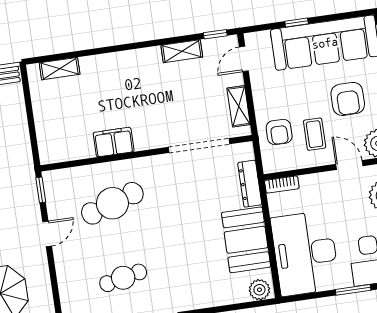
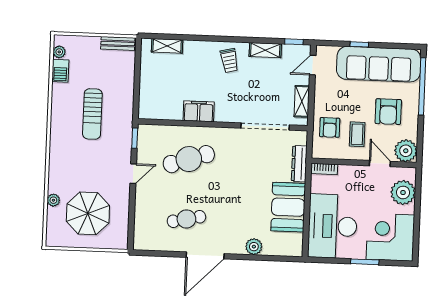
trolley: (140, 72) -> (229, 61), added
plant: (259, 290) -> (254, 247), moved

